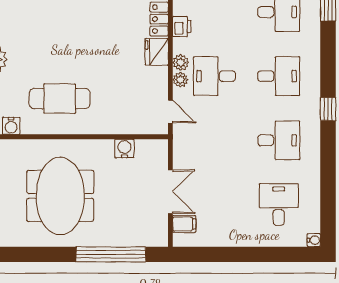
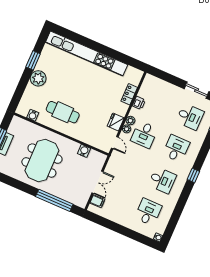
fridge: (157, 52) -> (116, 122), moved
desk: (214, 76) -> (144, 135), turned -90
desk: (279, 76) -> (176, 148), turned -90

